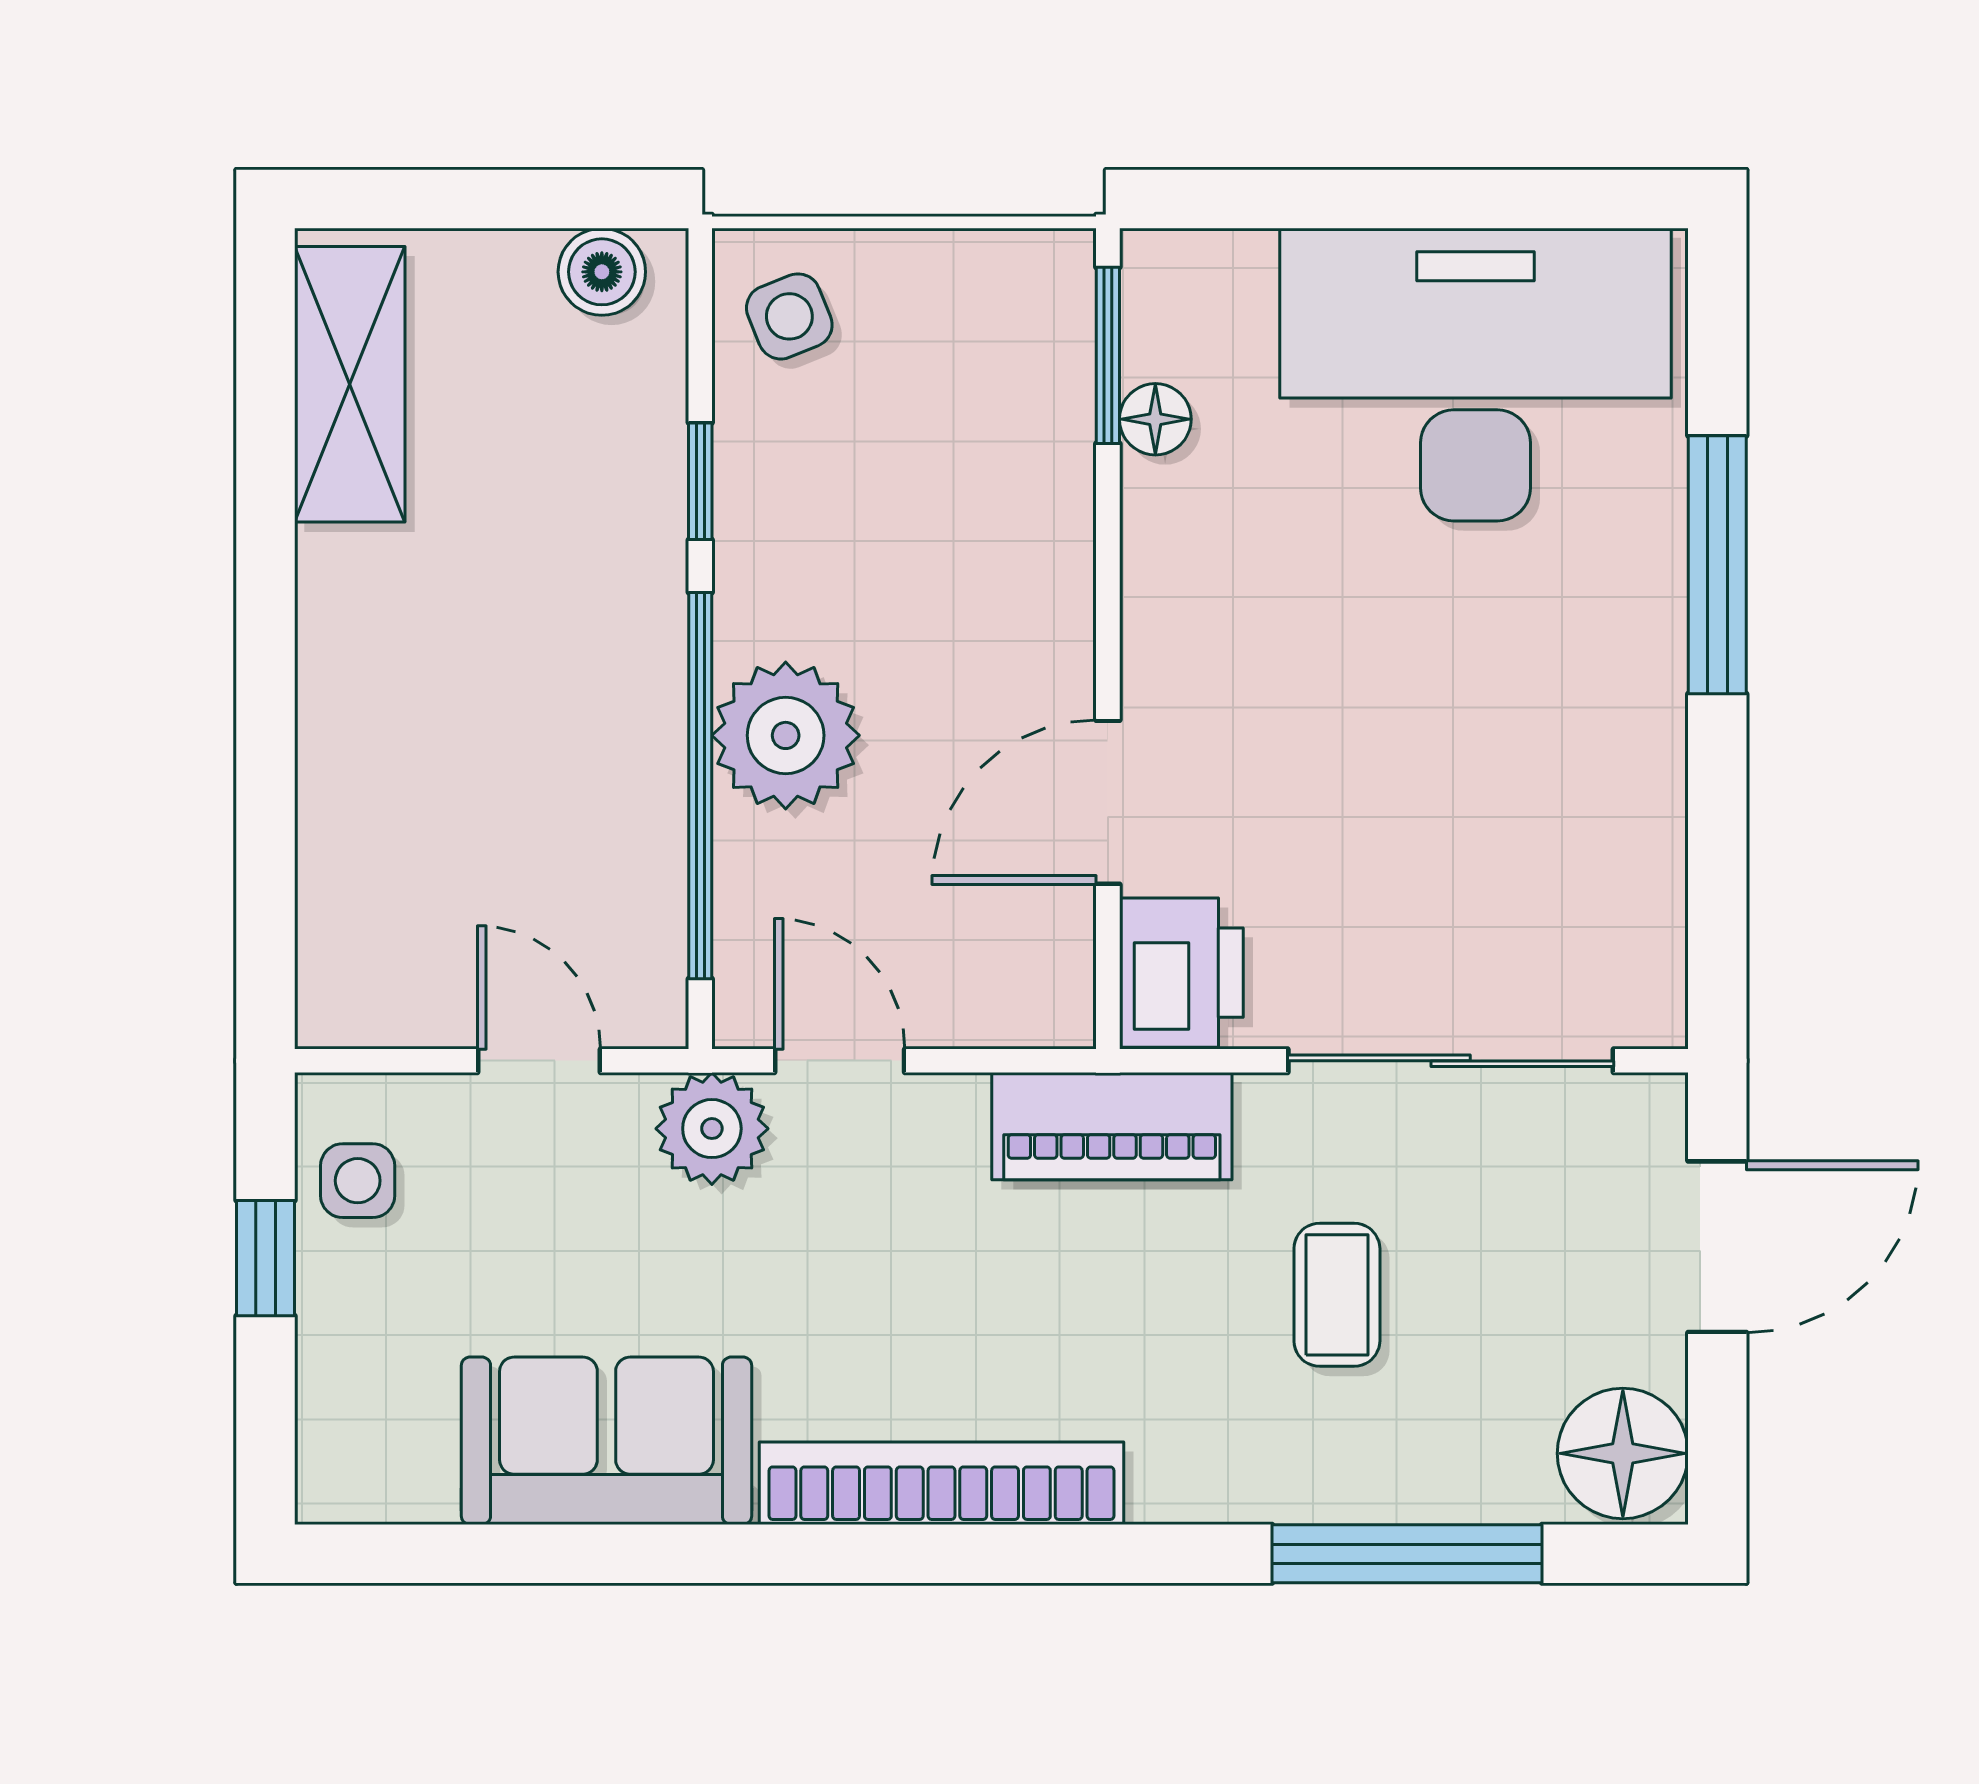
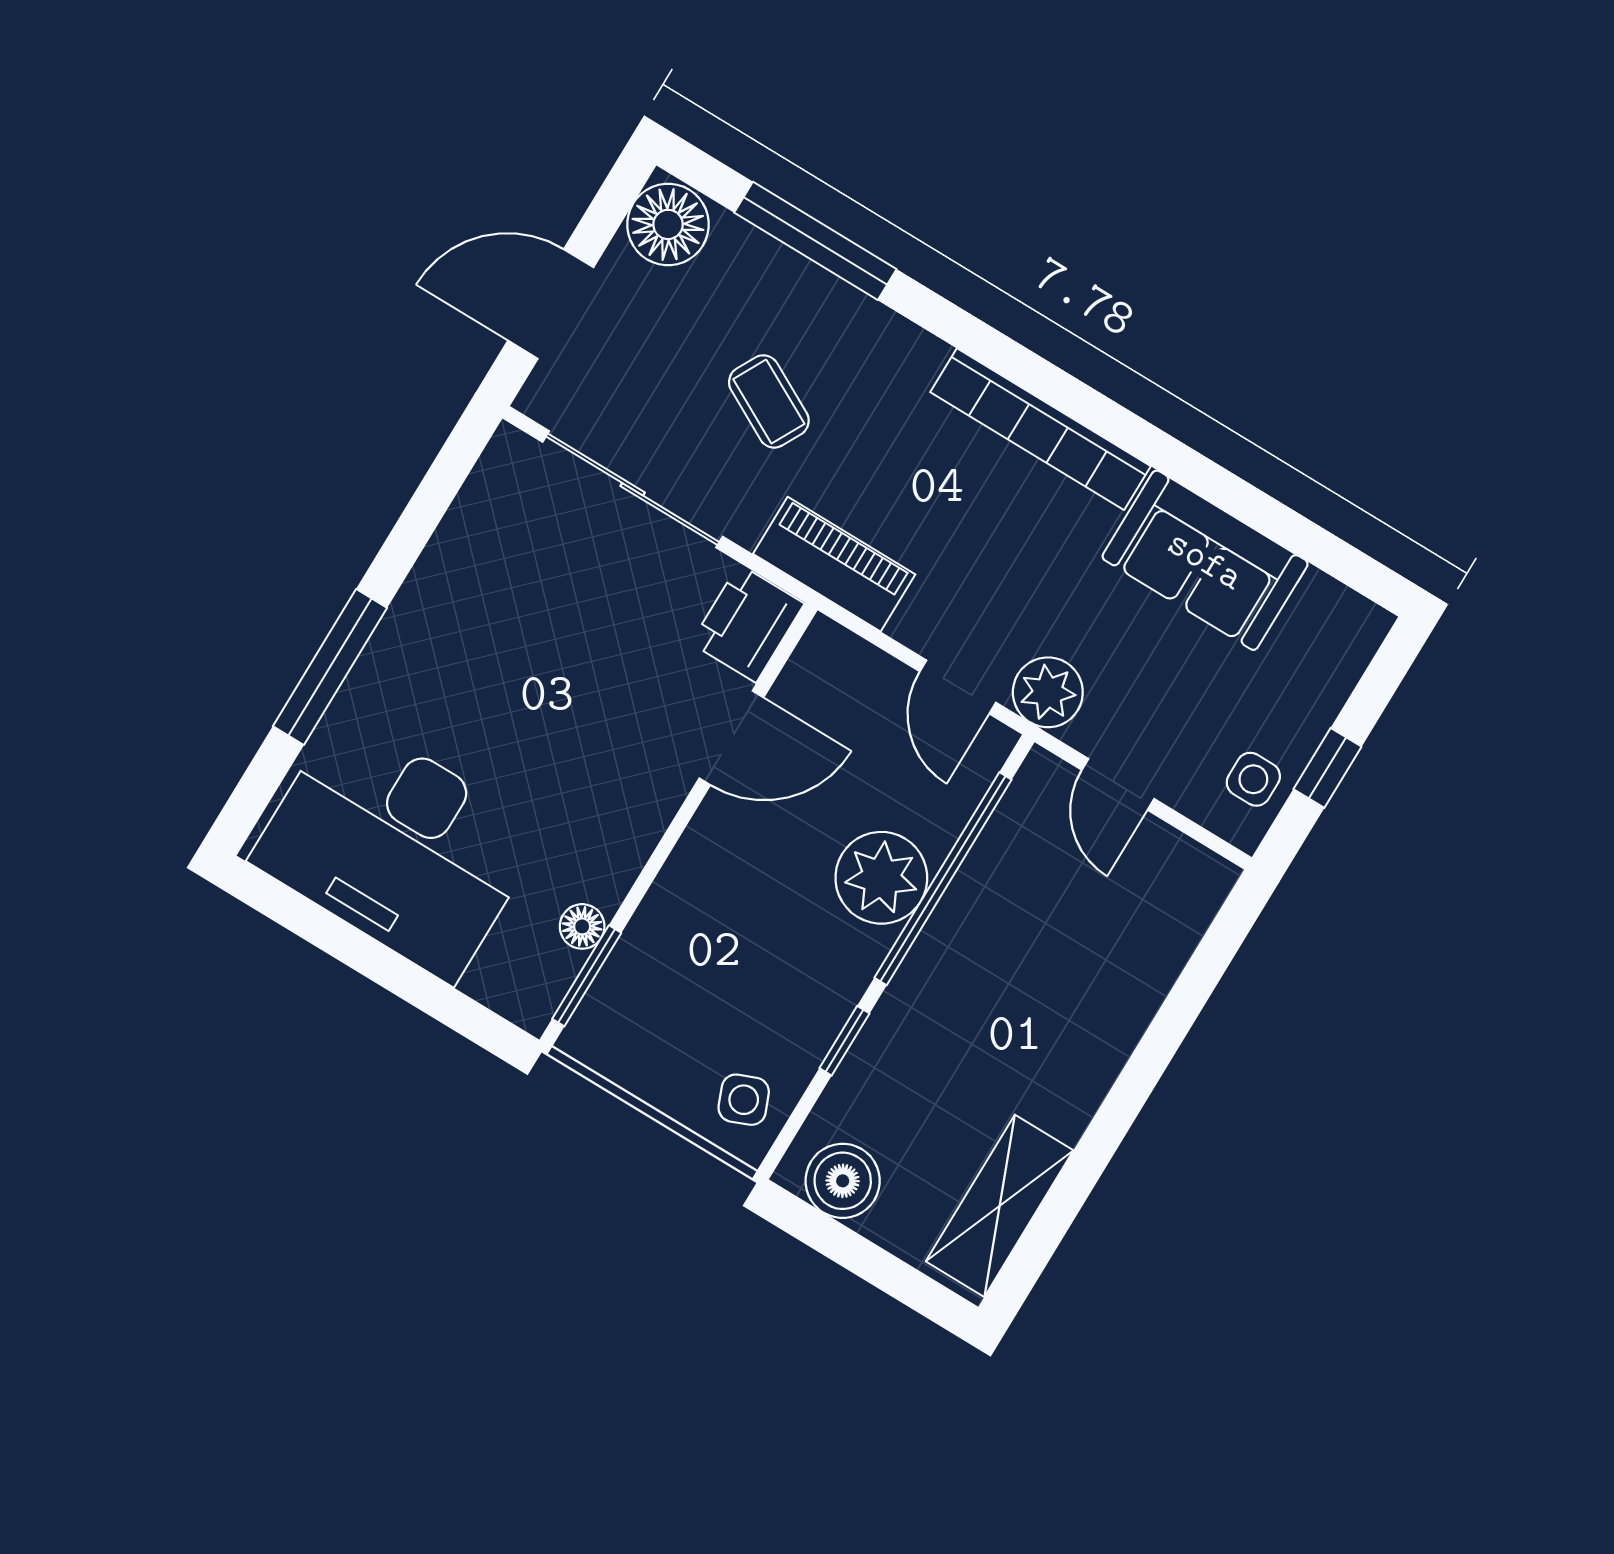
boiler: (602, 272) -> (843, 1181), width x1.36, depth x1.36
coffee table: (1337, 1295) -> (769, 401), turned -62

